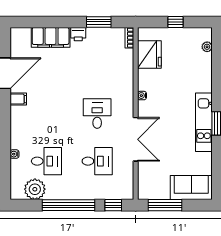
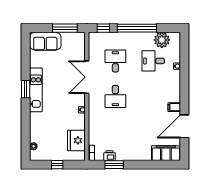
printer: (78, 34) -> (110, 156), moved
filing cabinet: (51, 37) -> (166, 153), moved
desk: (97, 161) -> (115, 61), turned 90

